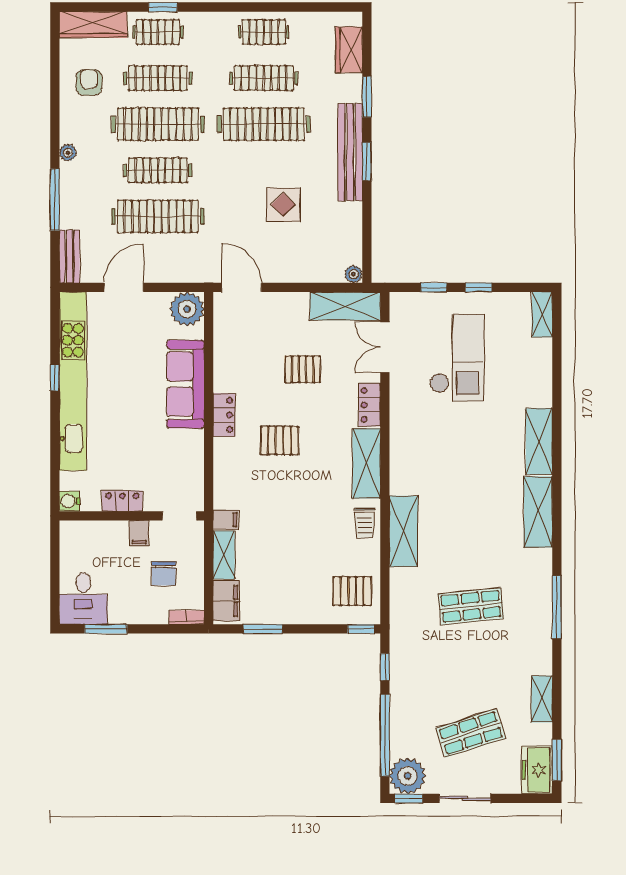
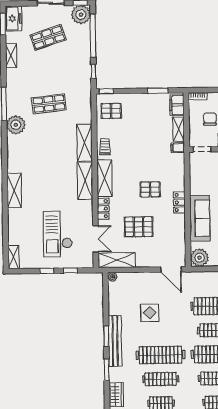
pallet: (303, 369) -> (139, 227), width x1.50, depth x1.42
shelving: (538, 512) -> (85, 181), moved
plant: (535, 567) -> (16, 125), added

